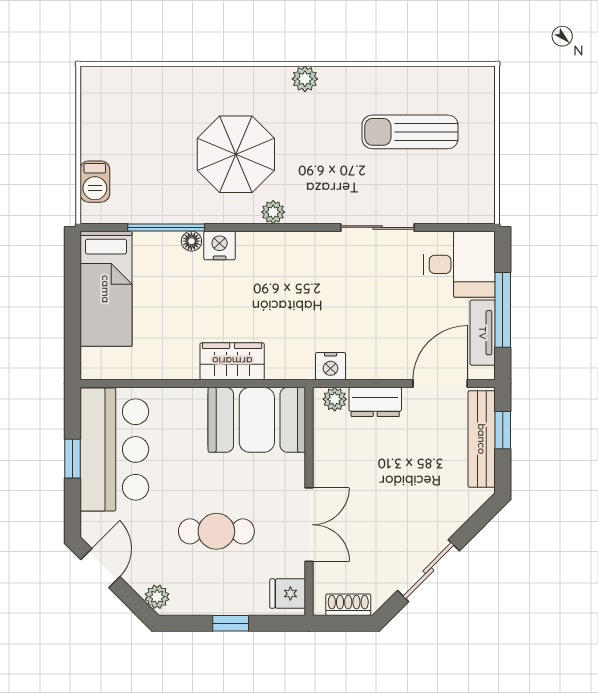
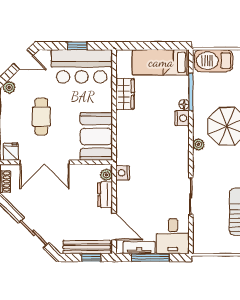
barbecue: (95, 182) -> (213, 61), width x1.88, depth x1.53
wardrobe: (232, 361) -> (125, 94), moved
double door: (309, 525) -> (45, 162), width x1.37
sliding door: (428, 571) -> (34, 233), moved

